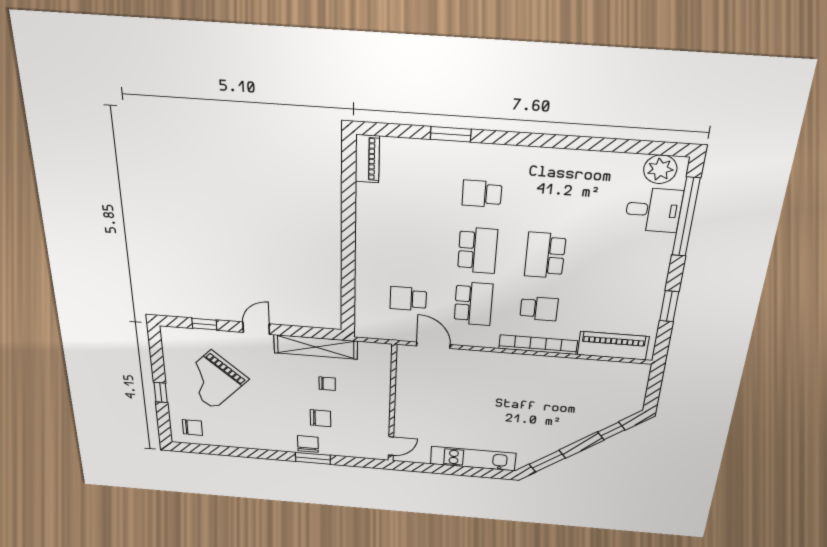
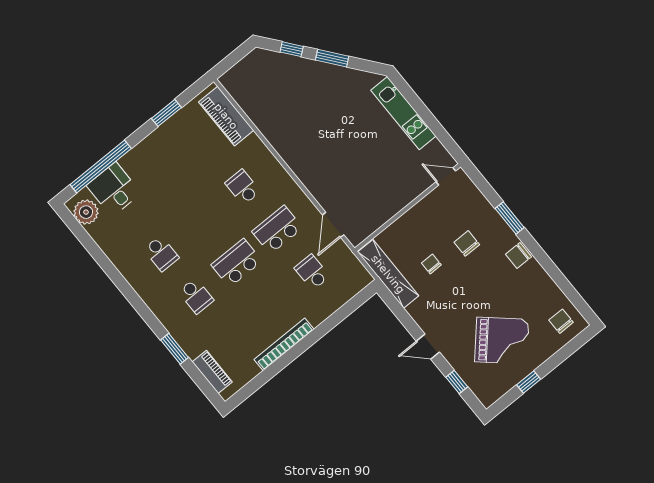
piano: (367, 159) -> (212, 372), moved, turned 90
school desk: (545, 255) -> (161, 254), moved, width x0.54
school desk: (408, 299) -> (312, 272), turned 180
bookcase: (538, 345) -> (284, 344), moved, turned 90
shelving: (316, 347) -> (388, 274), moved
window: (161, 392) -> (529, 382), moved
chair: (308, 444) -> (518, 256), moved
window: (547, 461) -> (332, 58), moved

